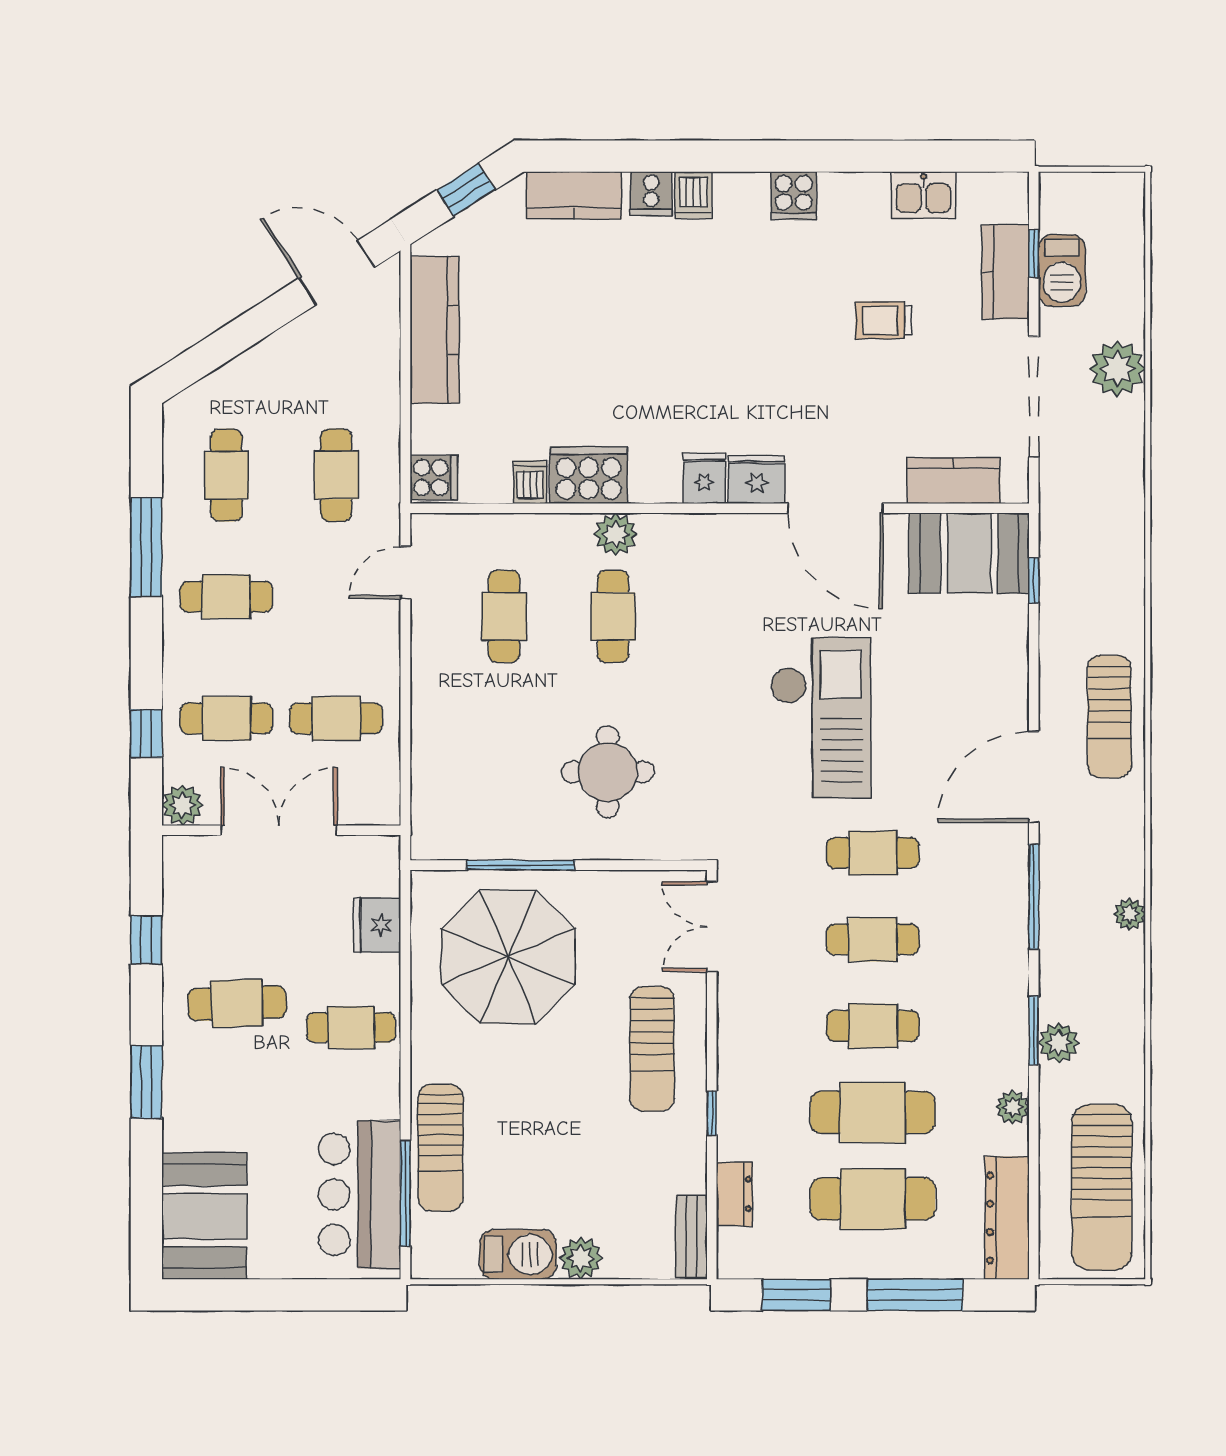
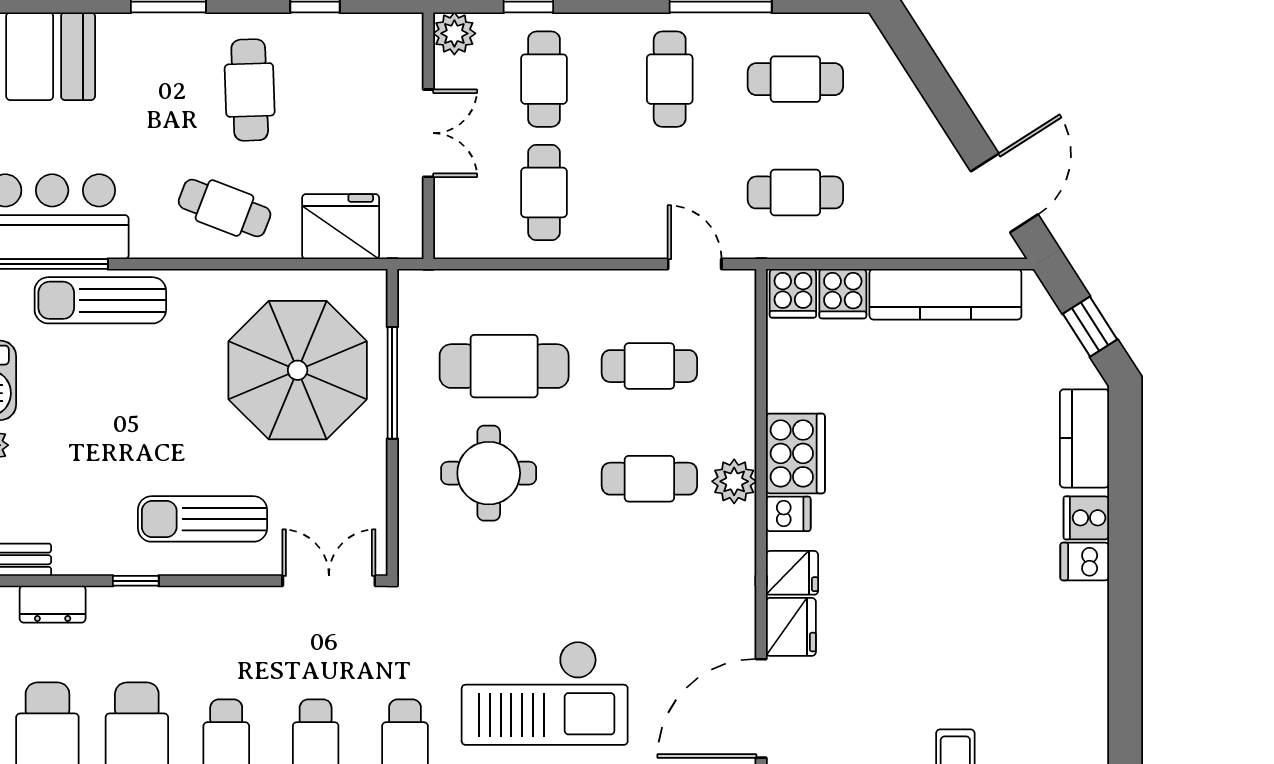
cooker: (794, 196) -> (843, 294), moved, turned -90
dishwasher: (530, 482) -> (788, 514), moved
cafe table: (504, 757) -> (504, 366), added
double door: (279, 830) -> (428, 133), width x0.73
fridge: (377, 925) -> (341, 227), width x1.36, depth x1.34
cafe table: (351, 1028) -> (225, 208), turned -69

